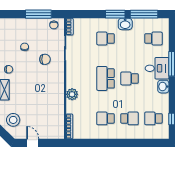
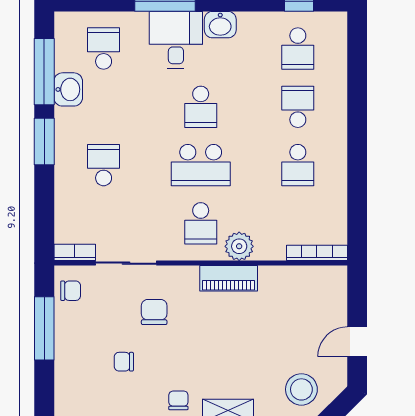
washbasin: (125, 24) -> (68, 89), moved
school desk: (106, 38) -> (104, 165), turned 180
school desk: (82, 78) -> (201, 223), added
piano: (59, 90) -> (229, 278), added

